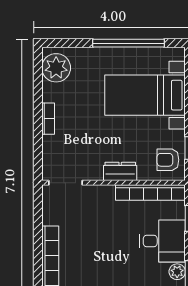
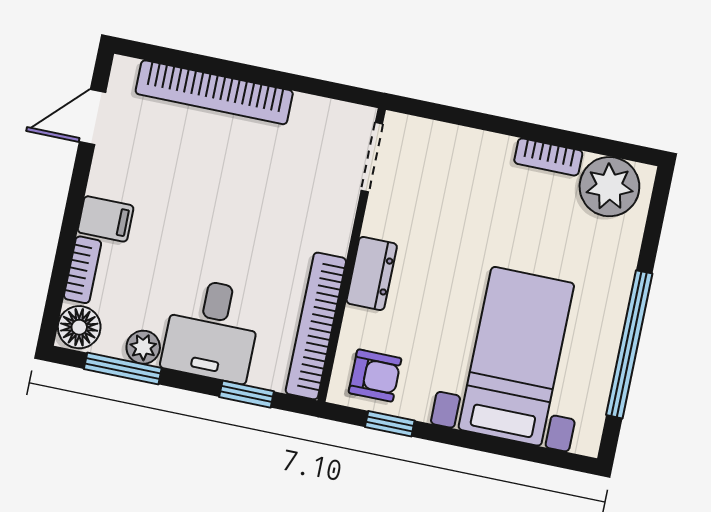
bookcase: (48, 119) -> (548, 157), moved
armchair: (168, 160) -> (375, 376), turned 90

